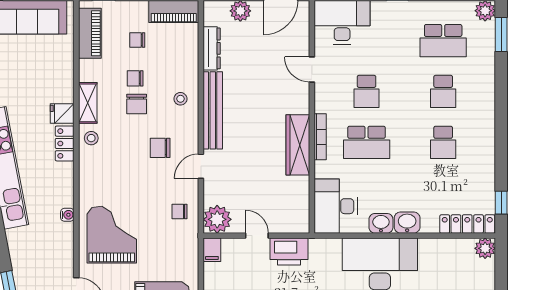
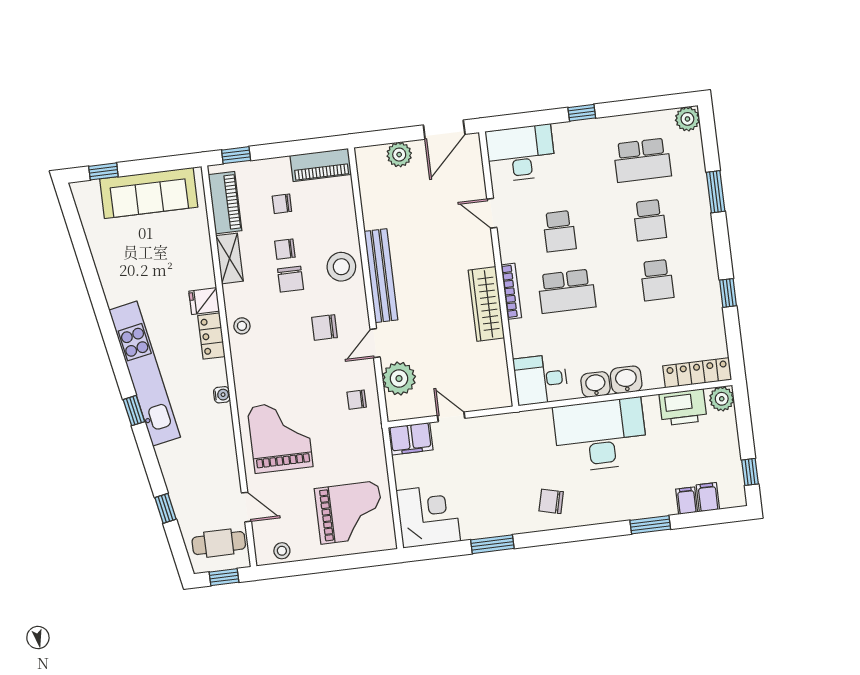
window: (501, 35) -> (716, 192), moved
dresser: (212, 48) -> (371, 203), removed
stool: (180, 99) -> (341, 267), width x1.89, depth x1.89
shelving: (88, 103) -> (230, 258), moved
window: (501, 203) -> (728, 293), moved
desk: (336, 206) -> (541, 379), width x0.73
water cooler: (67, 215) -> (222, 395), moved
plant: (217, 219) -> (399, 378), moved
filing cabinet: (212, 250) -> (411, 439), width x2.00
printer: (289, 252) -> (683, 407), moved

